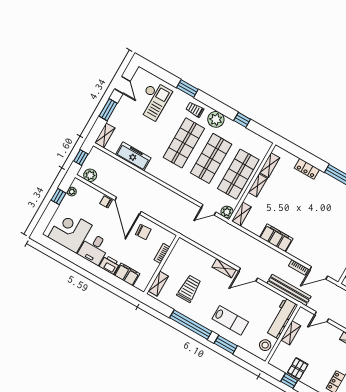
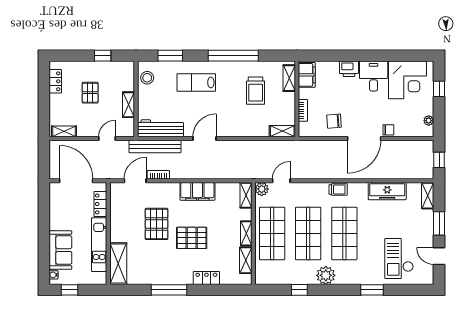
trolley: (195, 110) -> (338, 189), moved
plant: (90, 175) -> (419, 147), removed
window: (58, 197) -> (439, 89), moved
pallet: (301, 205) -> (192, 238), added
door: (128, 206) -> (364, 139), swing flipped
pallet: (321, 231) -> (156, 224), added
shelving: (224, 268) -> (282, 131), moved
filing cabinet: (127, 274) -> (307, 75), moved, turned -90
workbench: (282, 318) -> (160, 128), moved, turned -90
window: (226, 345) -> (170, 56), moved
pallet: (298, 368) -> (90, 93), moved

